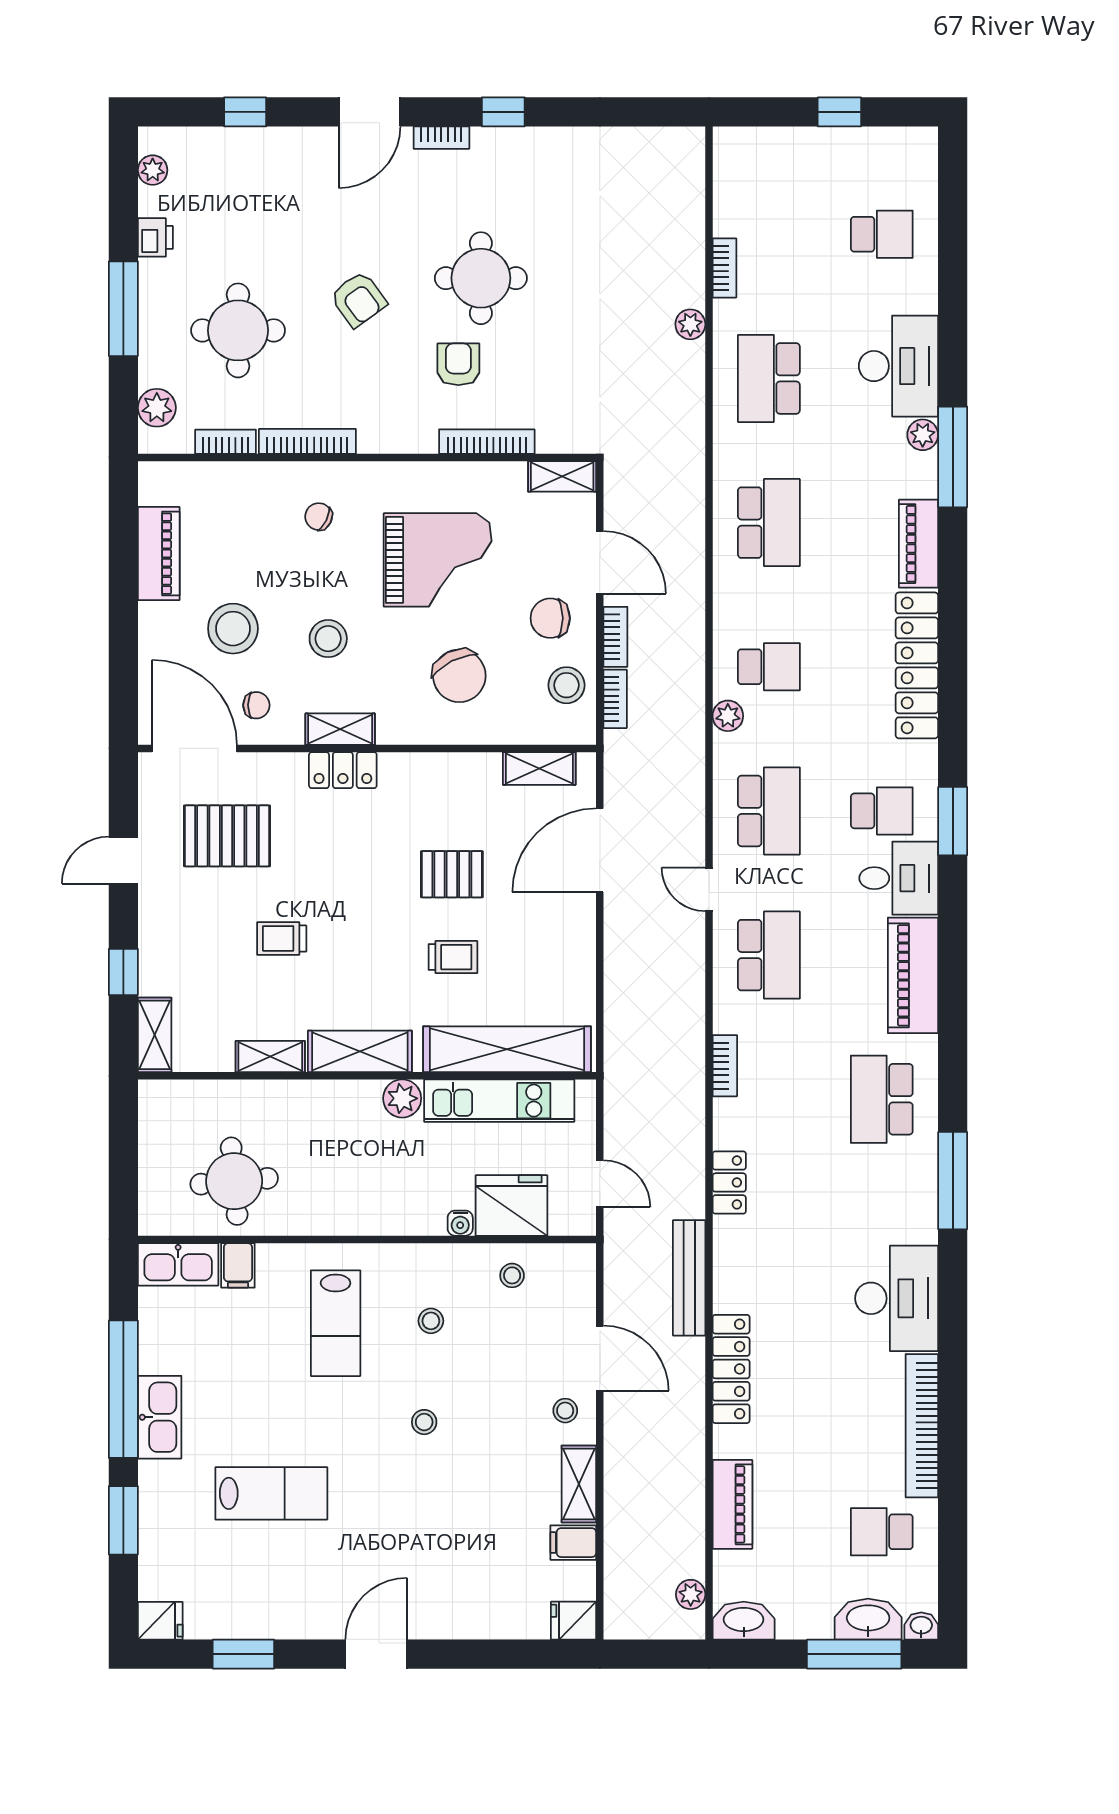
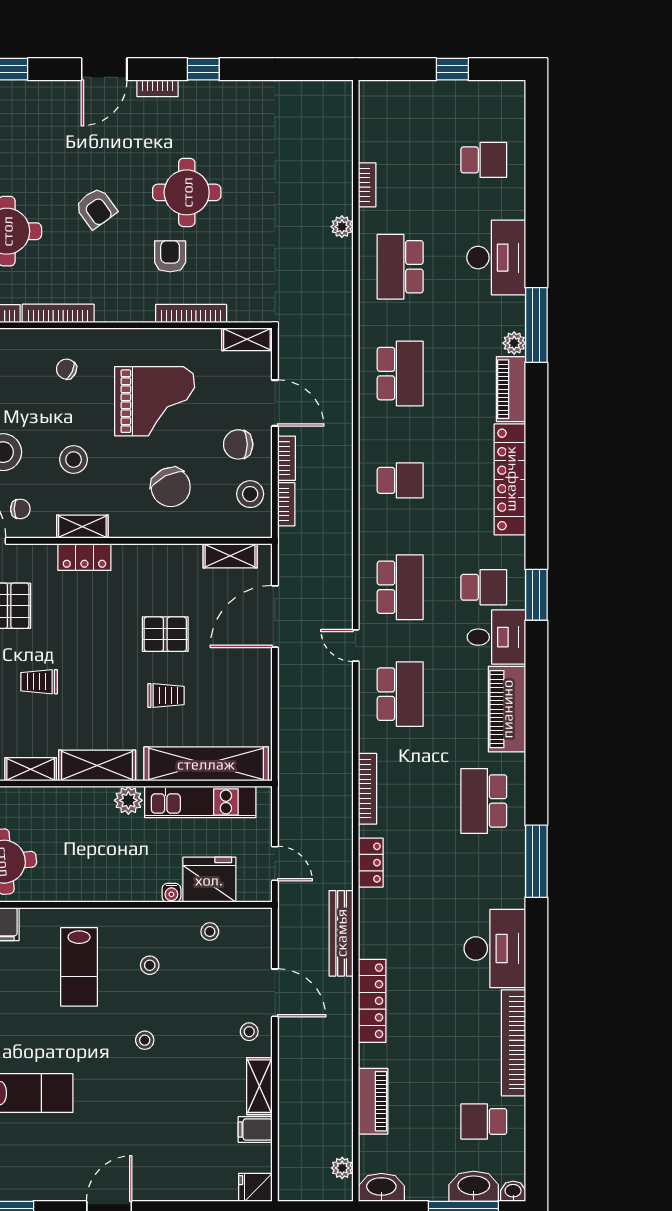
plant: (923, 435) -> (514, 343), moved
plant: (728, 716) -> (370, 517), removed
bookcase: (725, 1066) -> (367, 789), width x1.56

